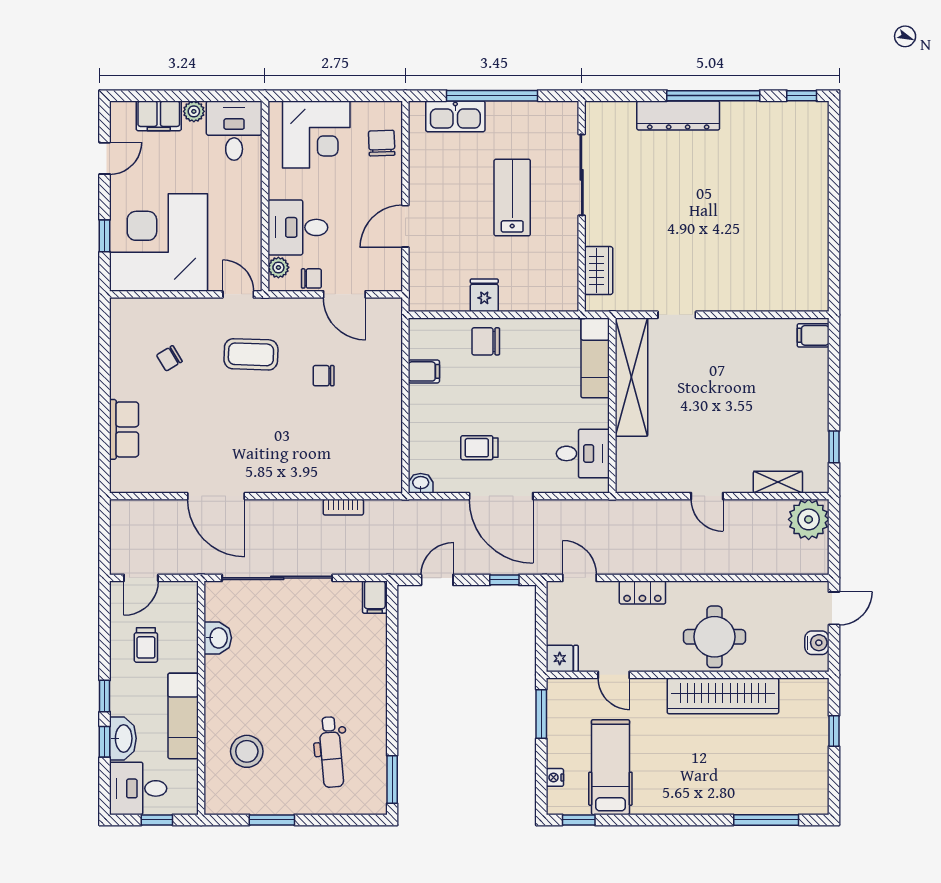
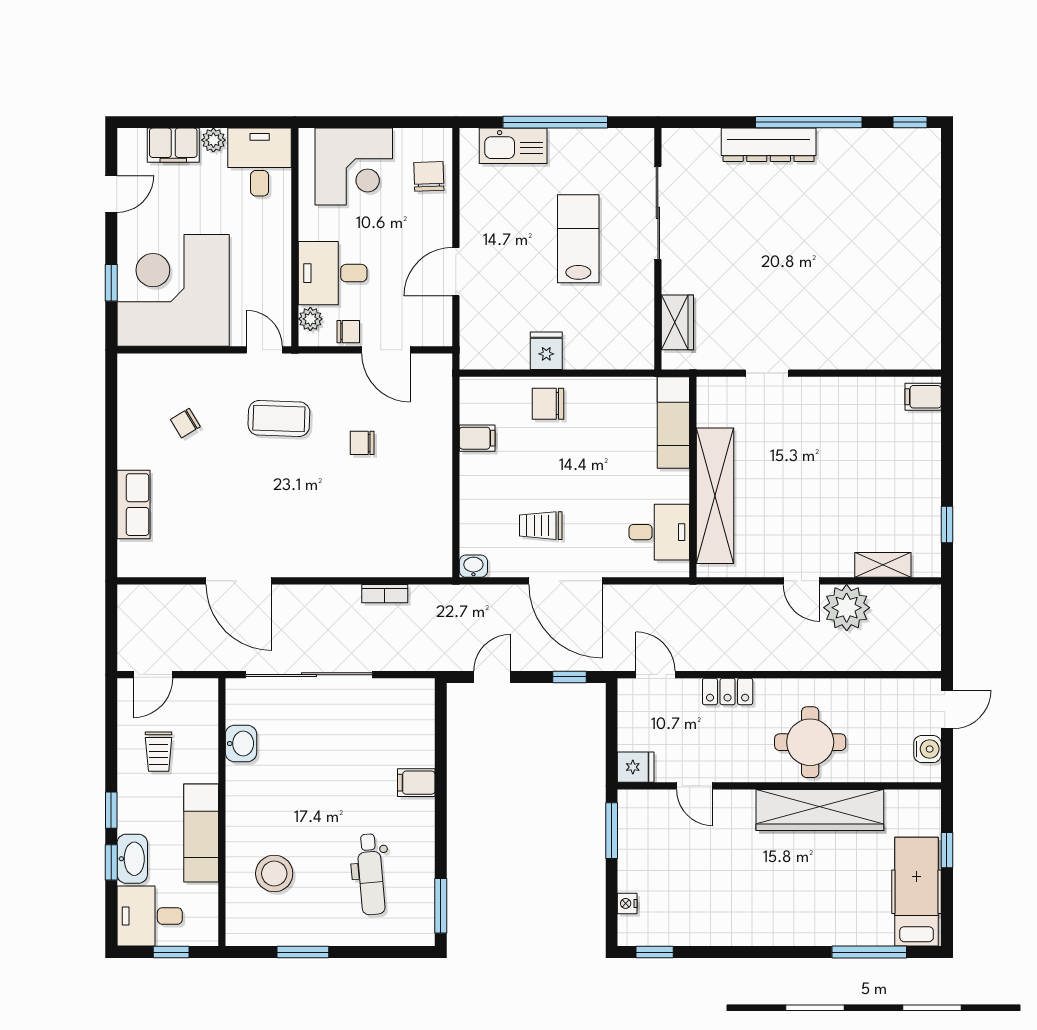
shelving: (631, 377) -> (715, 496), moved
plant: (809, 519) -> (847, 608), moved
filing cabinet: (375, 597) -> (416, 783), moved, turned 90
hospital bed: (610, 767) -> (917, 892), moved

